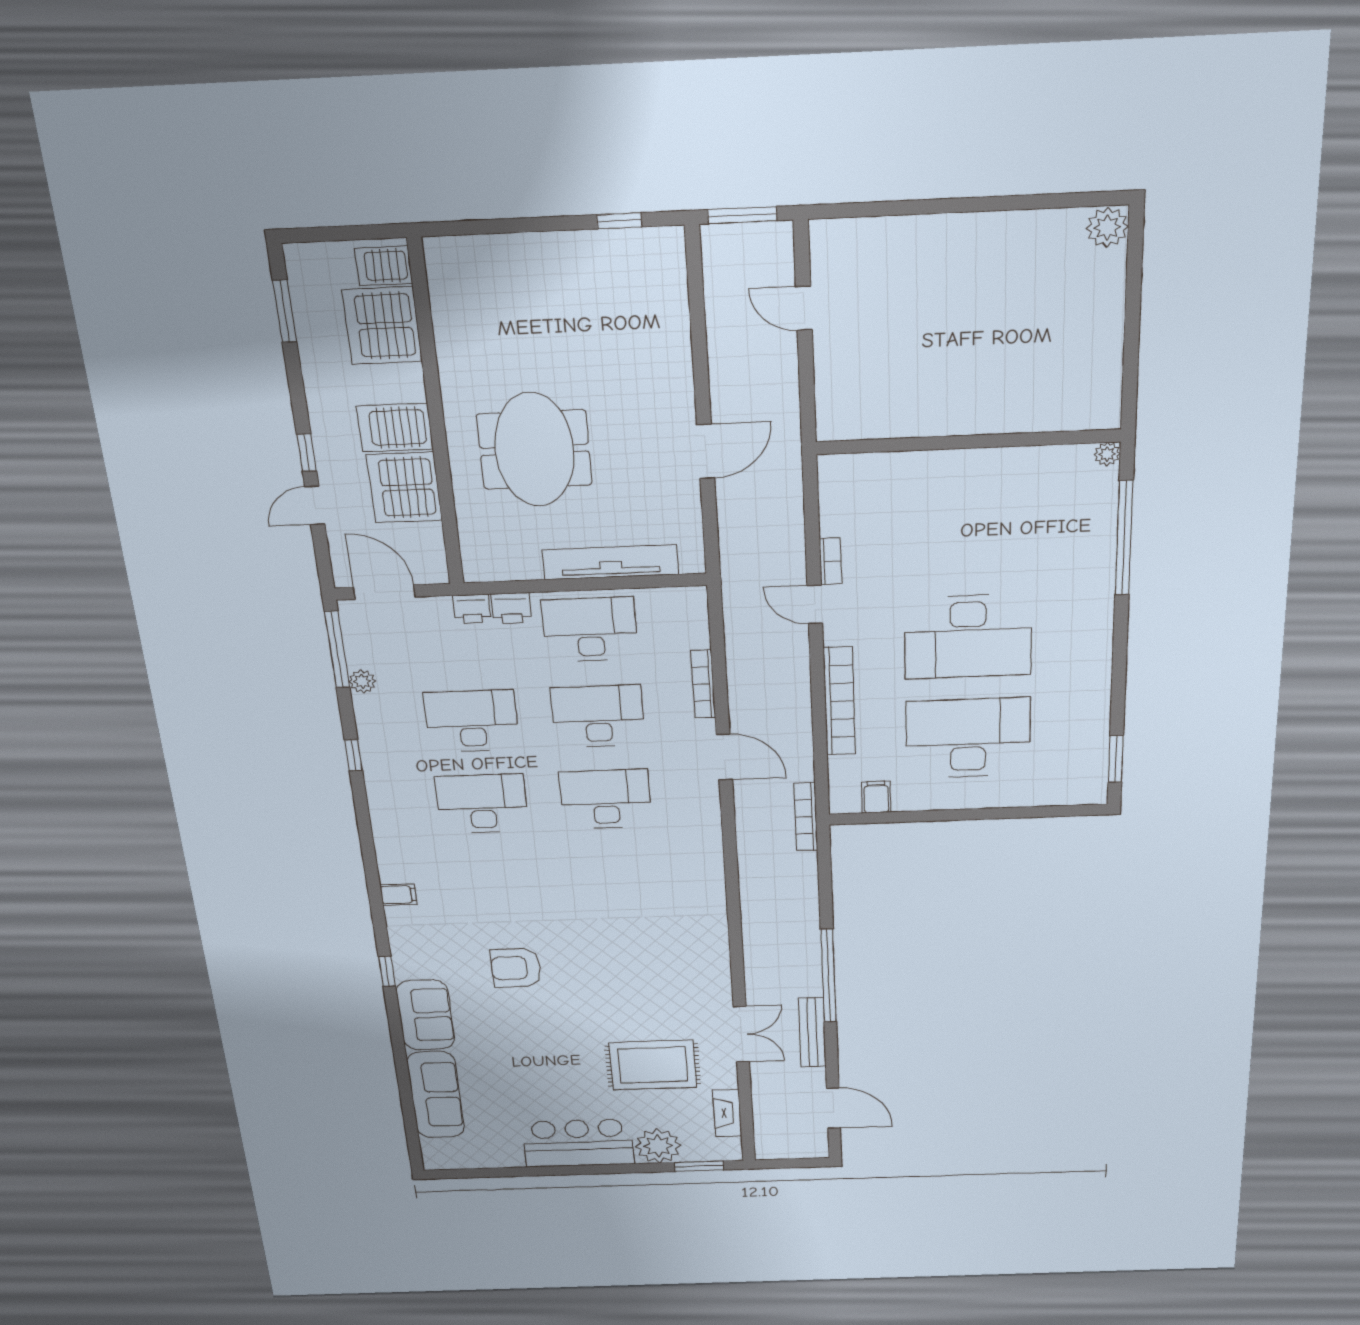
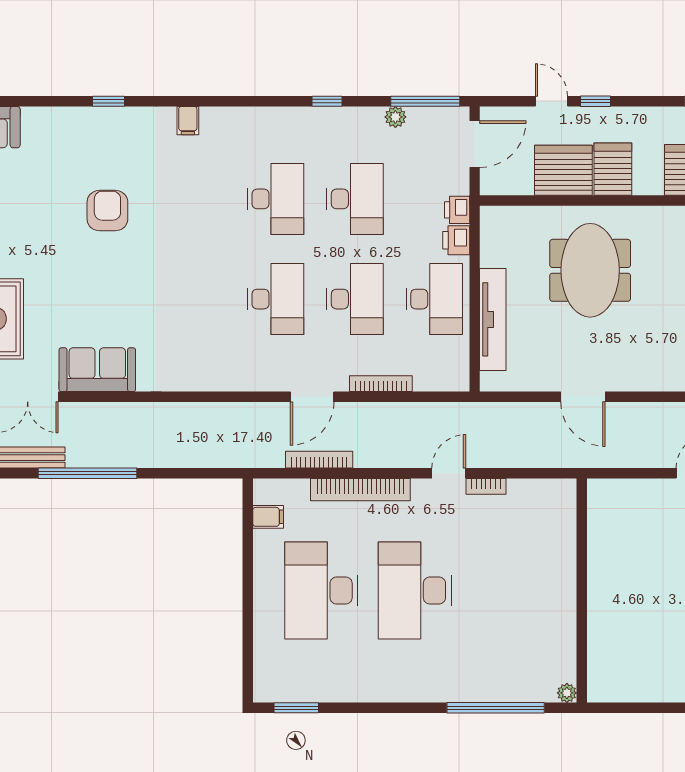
meeting table: (534, 450) -> (590, 270), turned 90
desk: (968, 738) -> (321, 591), turned 180
bookcase: (806, 817) -> (319, 460), moved
sofa: (425, 1015) -> (97, 370), moved, turned 180

